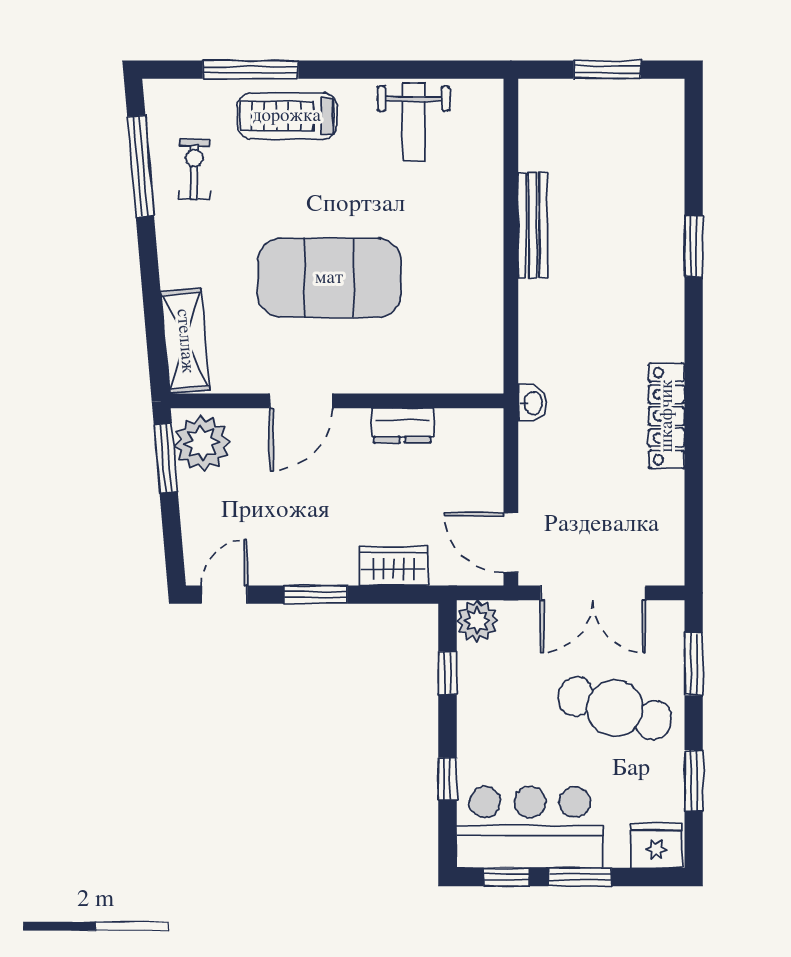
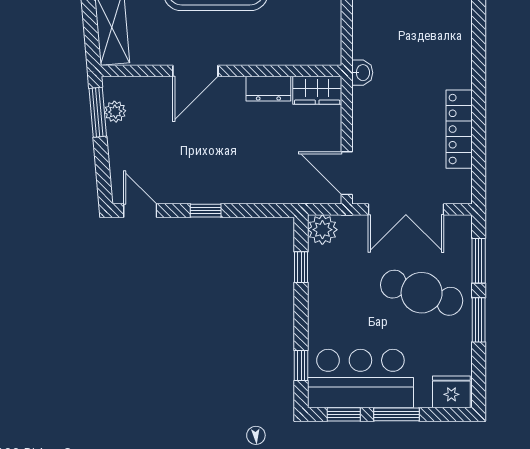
locker: (667, 416) -> (459, 129), moved
plant: (202, 443) -> (115, 112), width x0.53, depth x0.53
wardrobe: (393, 566) -> (317, 90), moved, turned 180
door: (224, 595) -> (140, 211), hinge flipped
window: (315, 595) -> (206, 211), width x0.67
window: (447, 779) -> (301, 365), moved
window: (694, 780) -> (479, 320), moved

